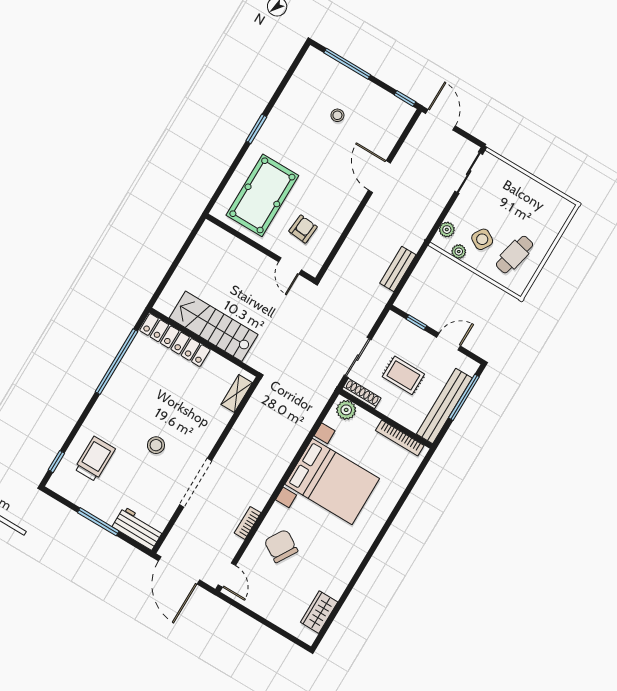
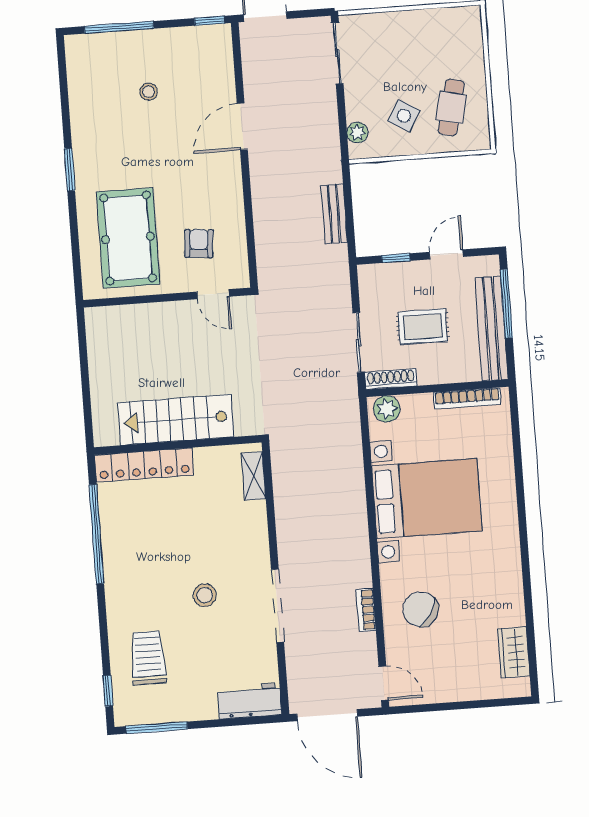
door: (379, 177) -> (242, 127), hinge flipped
plant: (459, 252) -> (388, 147), removed
window: (98, 522) -> (157, 728), moved

